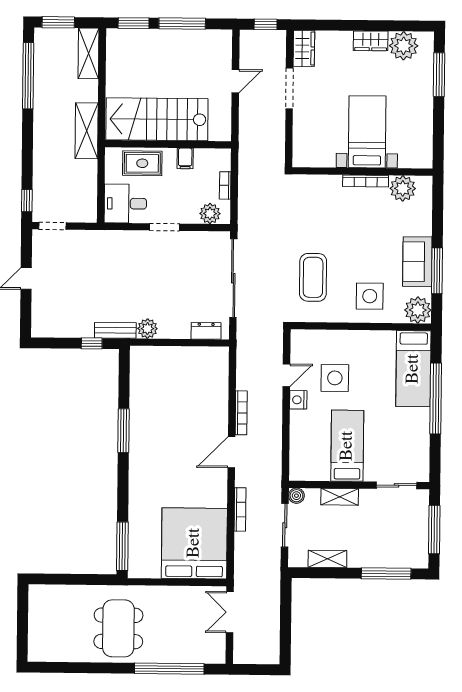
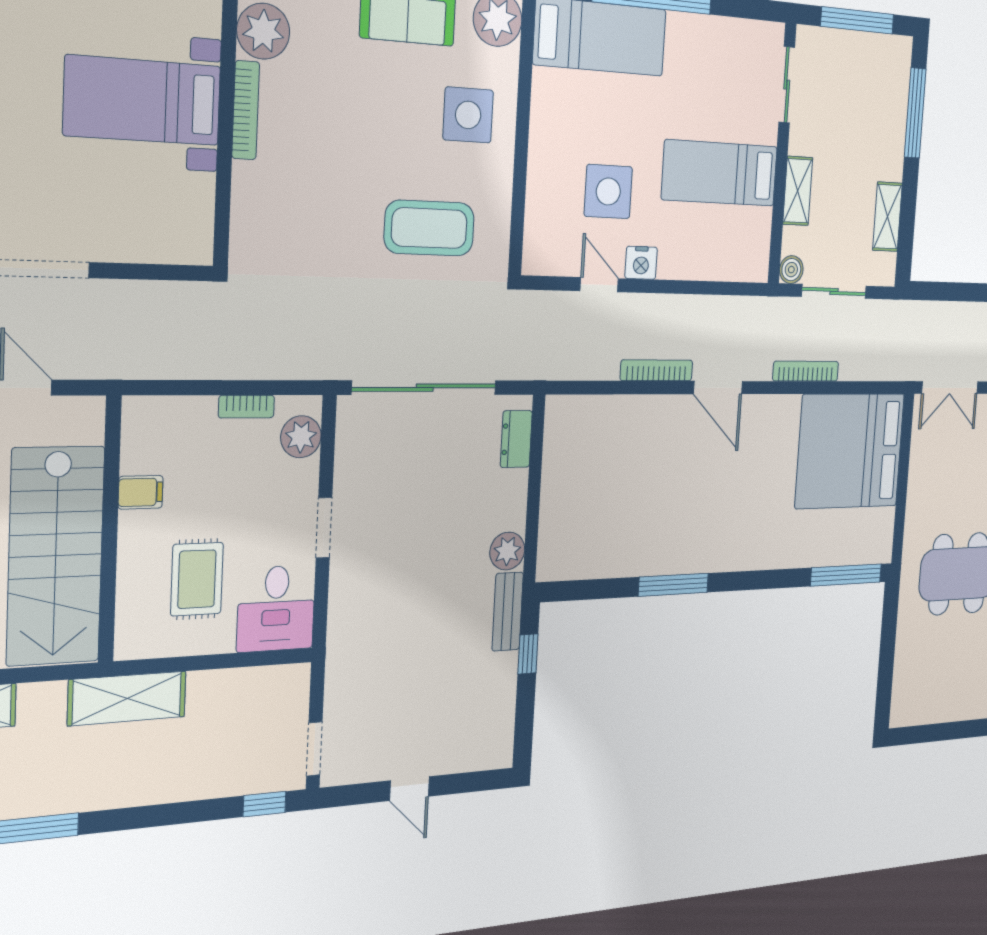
stairs: (157, 119) -> (56, 556), moved
wall: (168, 144) -> (110, 530), moved
filing cabinet: (185, 158) -> (141, 492), moved

